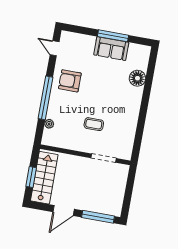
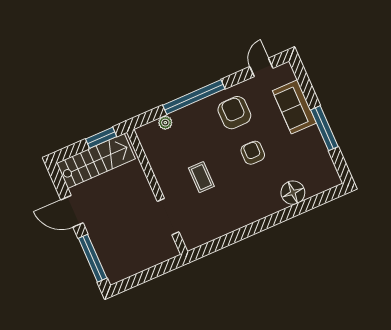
sofa: (111, 49) -> (294, 107), moved
armchair: (100, 86) -> (253, 153), added
window: (31, 177) -> (101, 138), moved

